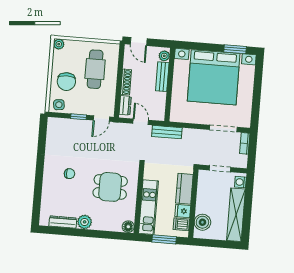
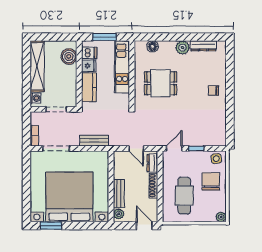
bench: (167, 132) -> (94, 141), moved
chair: (70, 174) -> (213, 91), moved
floor lamp: (128, 227) -> (153, 46), moved

